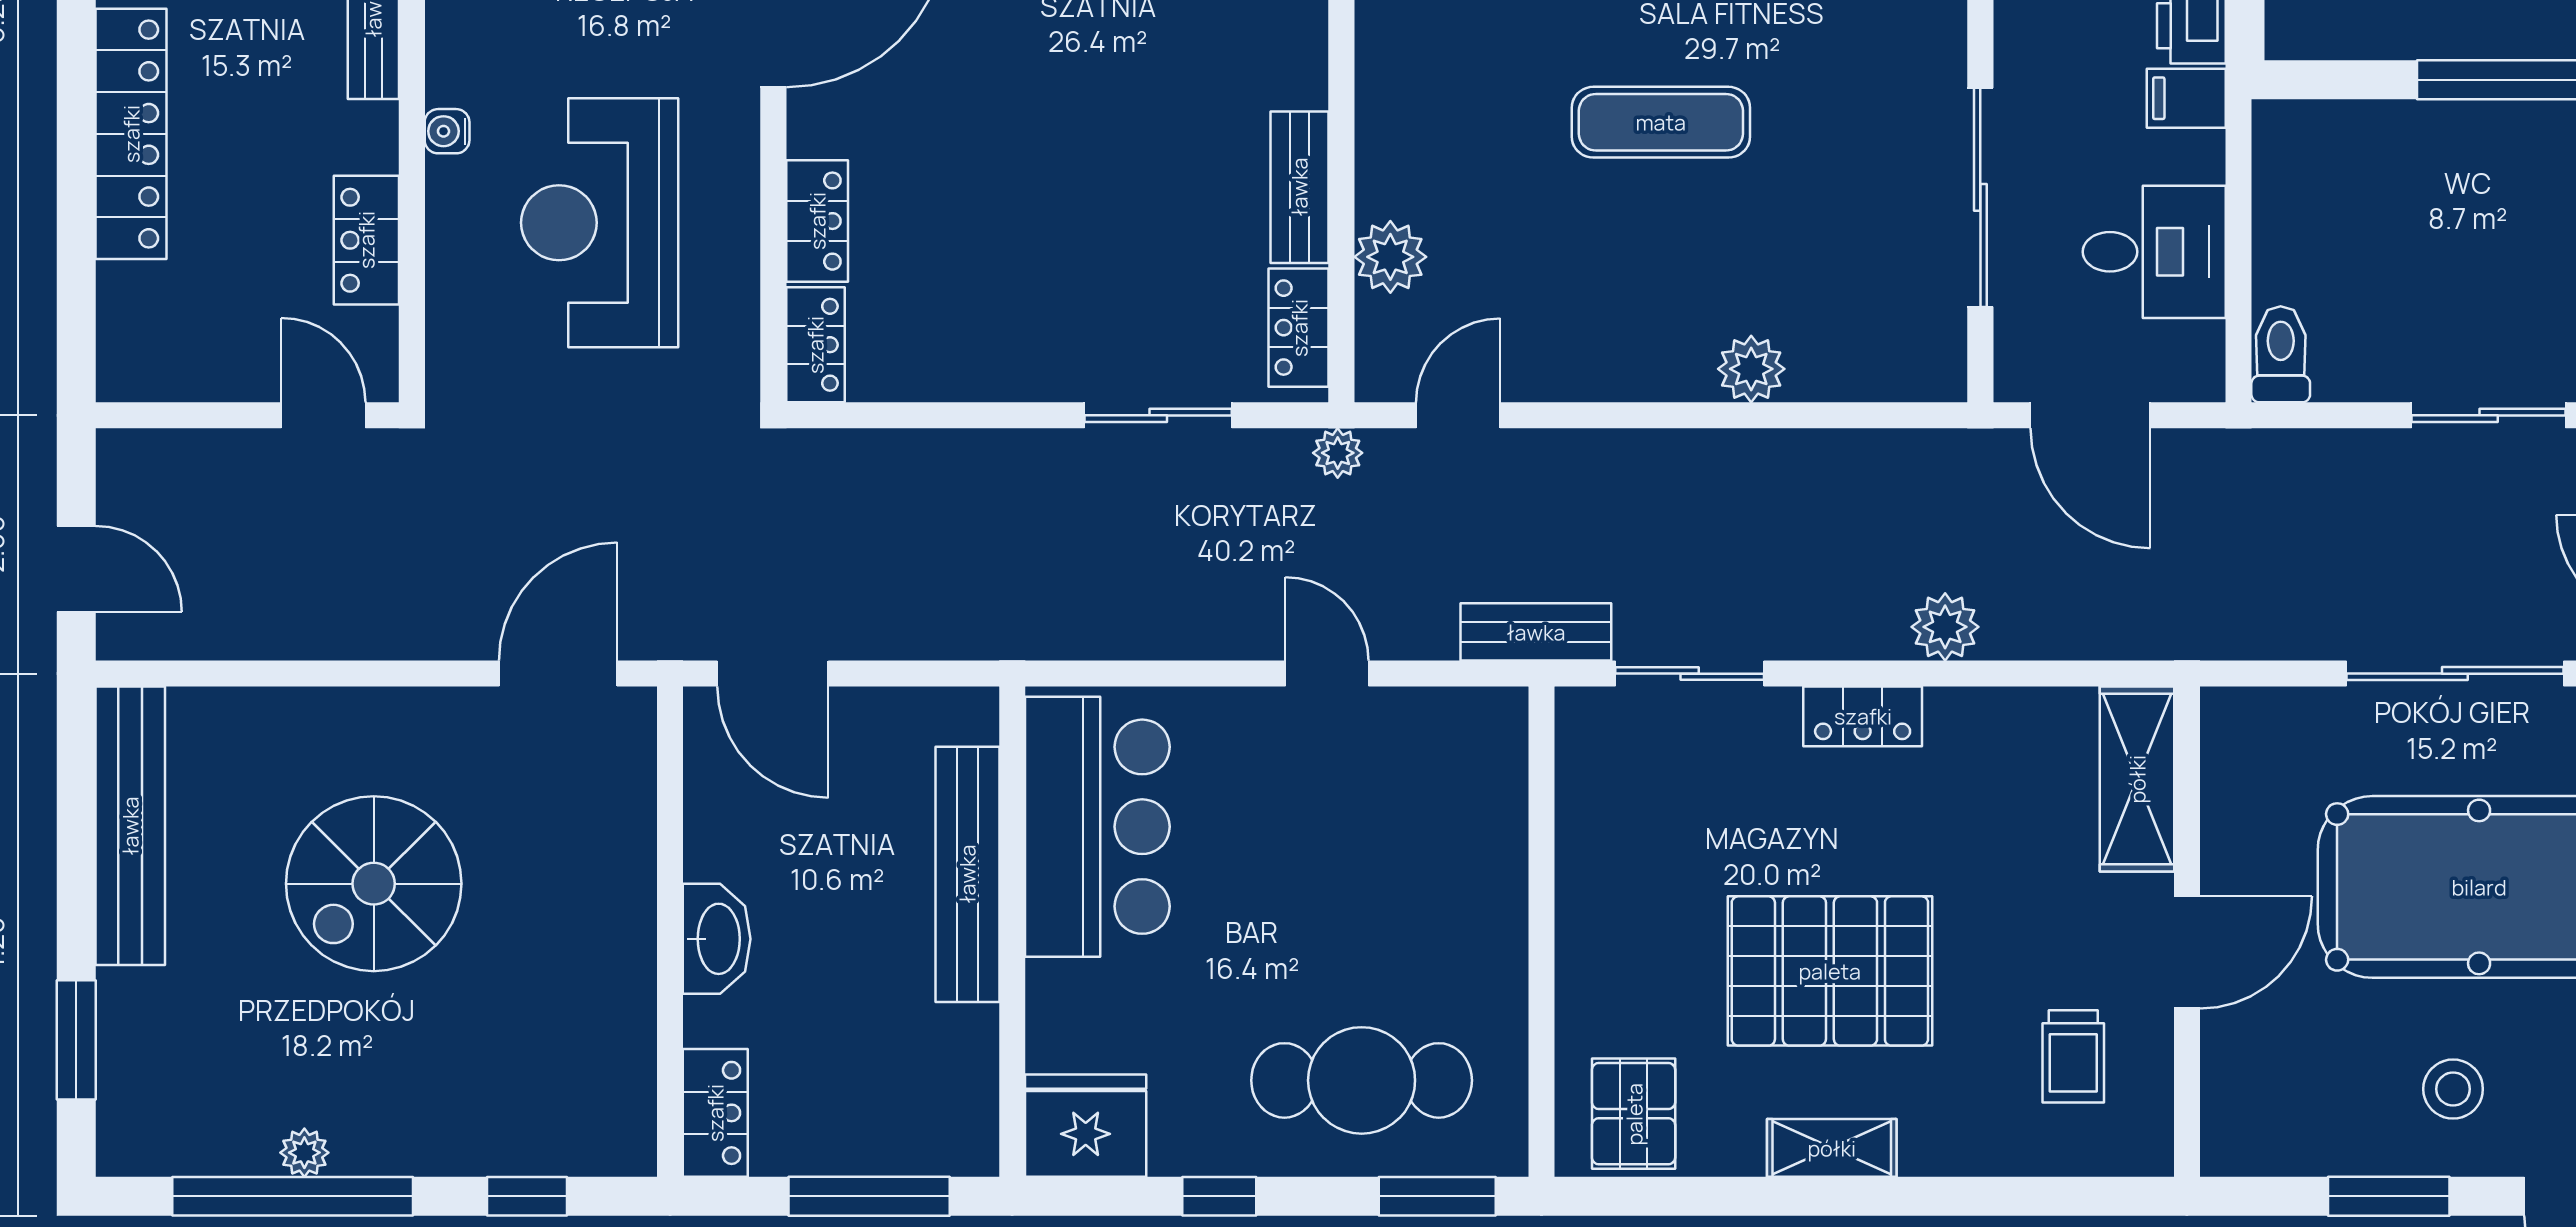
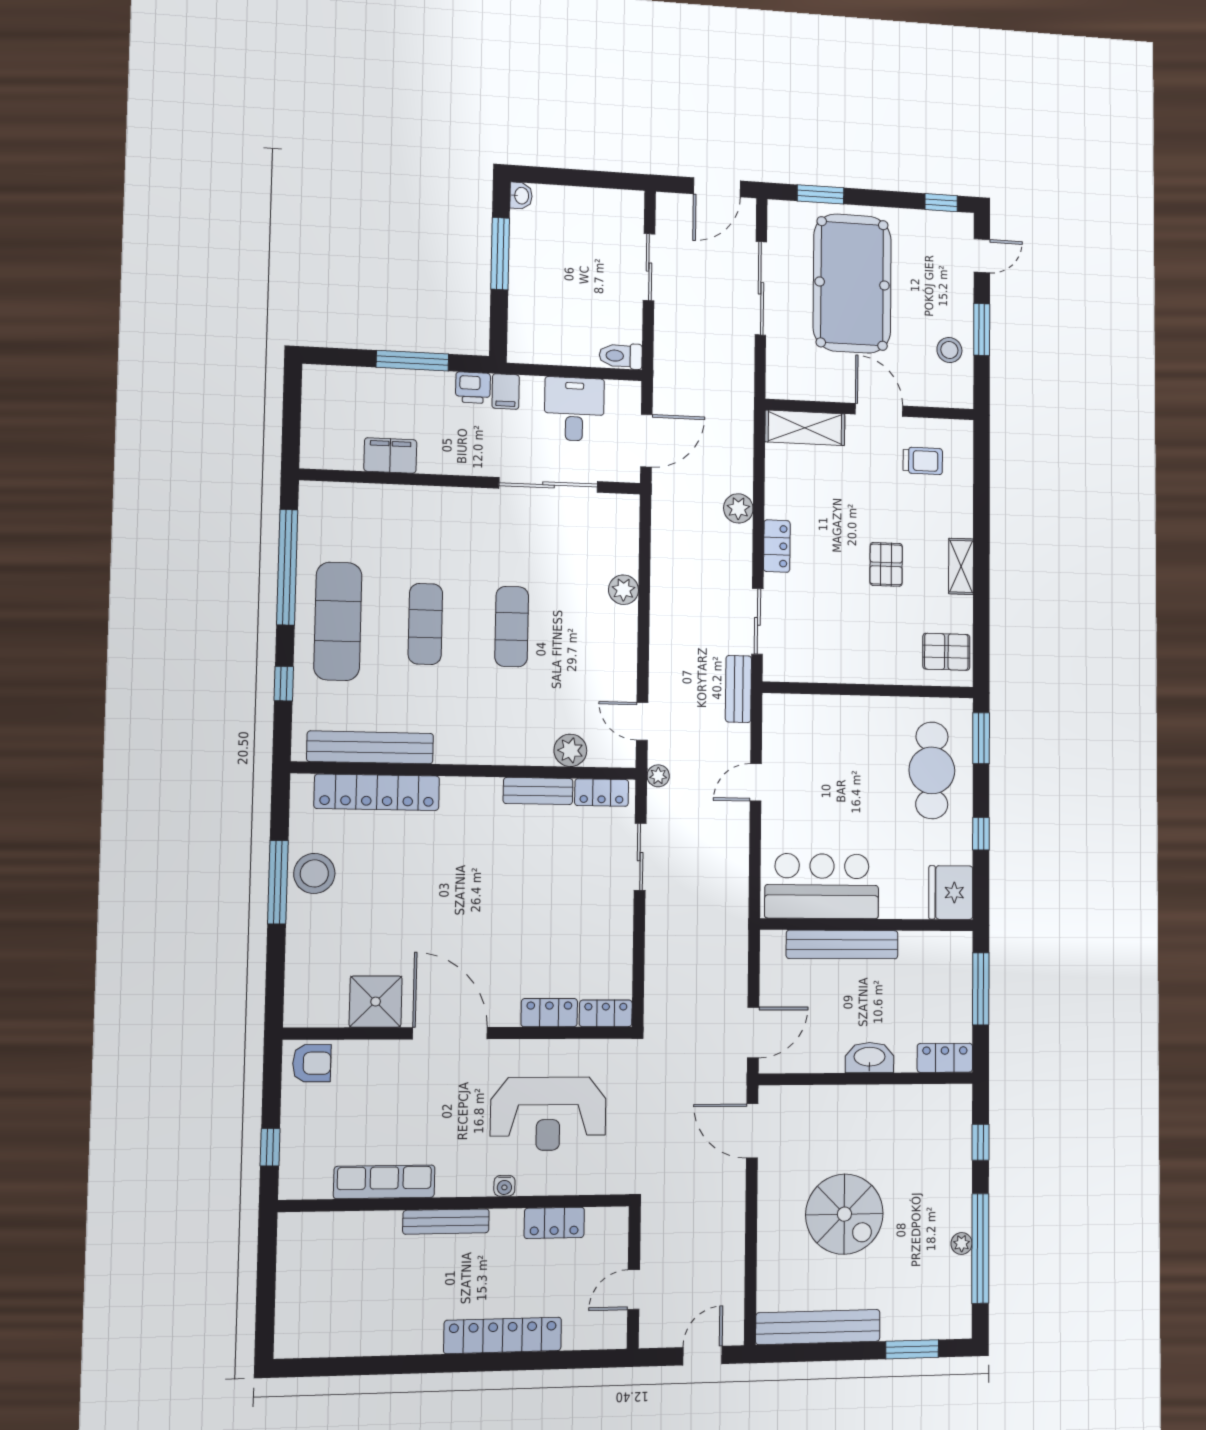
door: (323, 415) -> (634, 1290), moved
pallet: (1830, 971) -> (886, 564), width x0.49, depth x0.50
stool: (2453, 1089) -> (949, 350), moved

